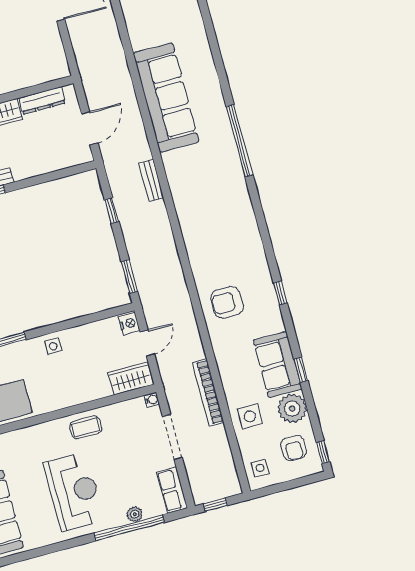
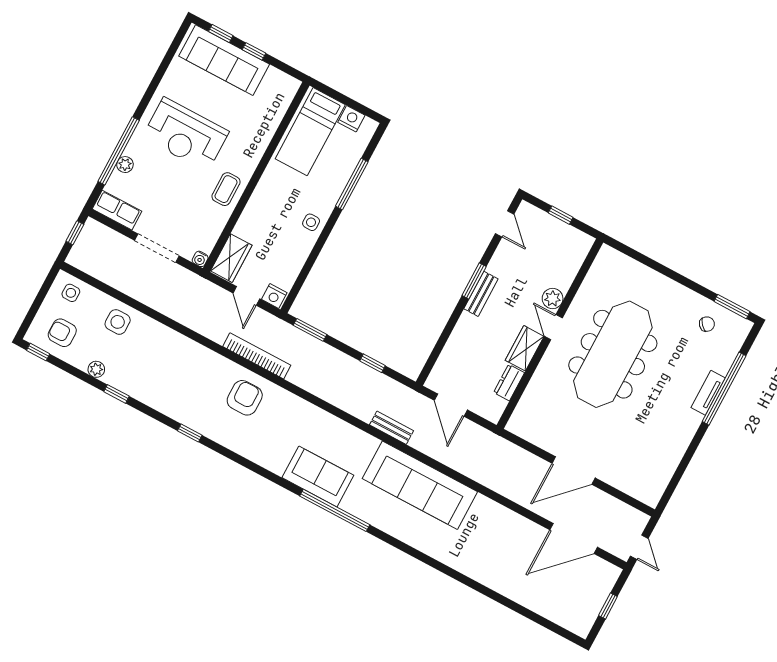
dresser: (42, 101) -> (509, 383), width x0.70
bench: (151, 180) -> (392, 428), moved
armchair: (227, 302) -> (245, 398), moved
sofa: (278, 365) -> (318, 476), moved
bookcase: (208, 393) -> (257, 356), moved
plant: (292, 409) -> (96, 369), width x0.53, depth x0.53

